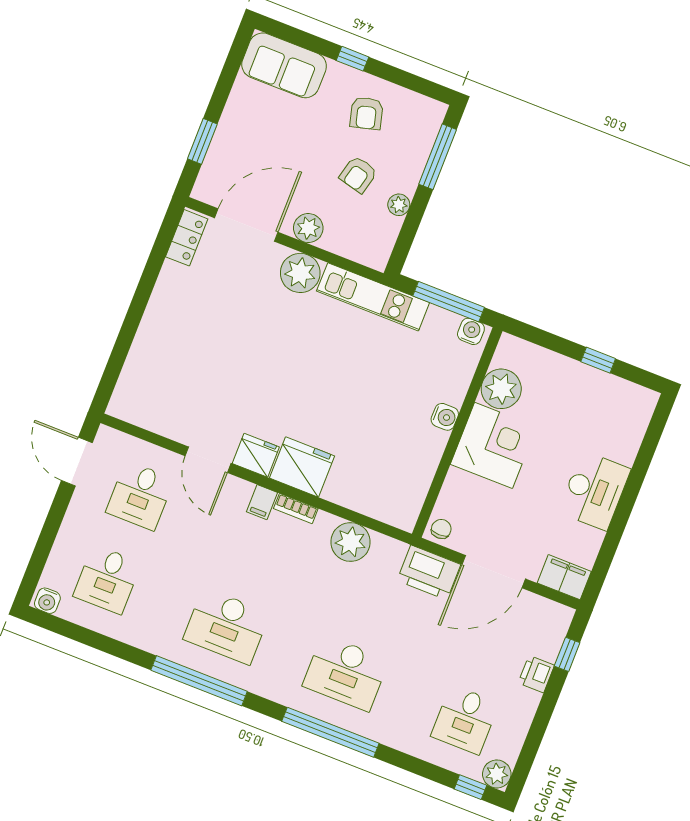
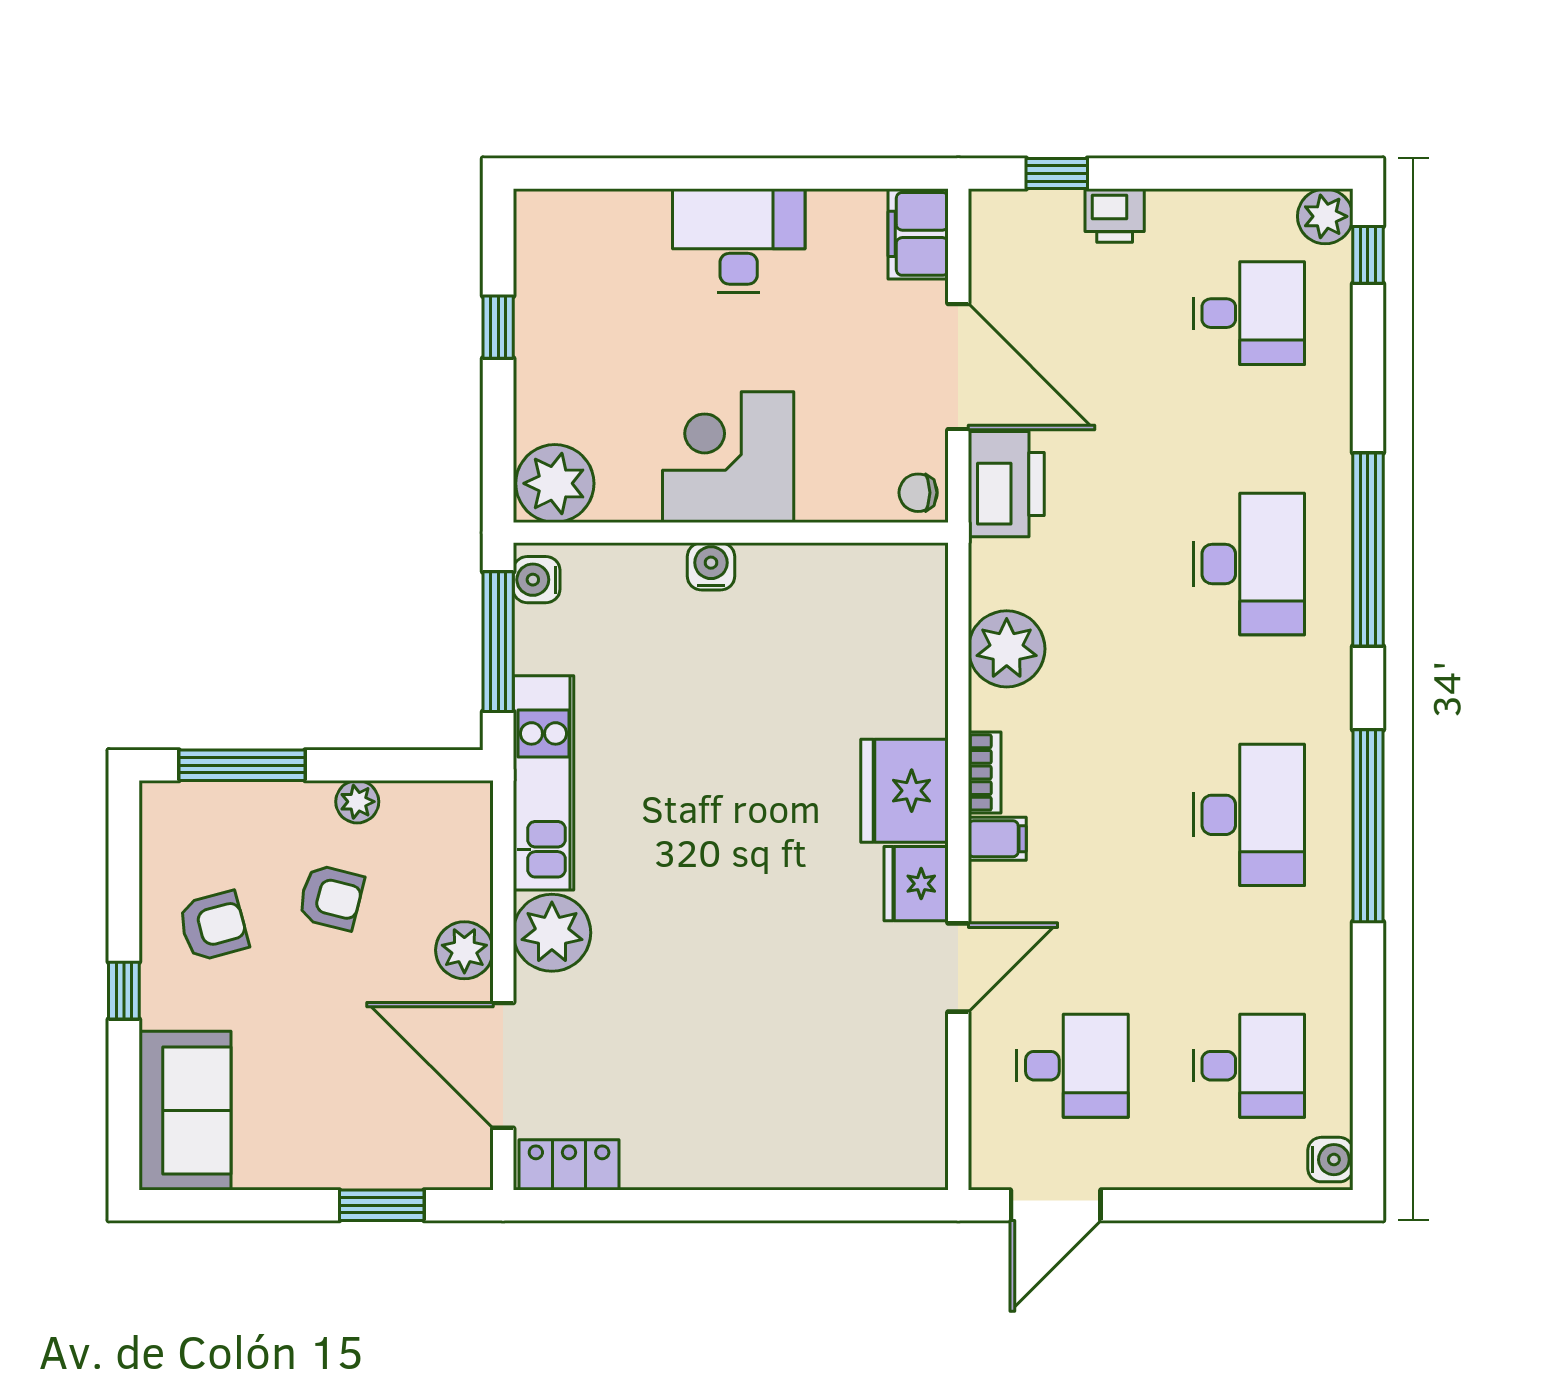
plant: (501, 389) -> (555, 483), moved

